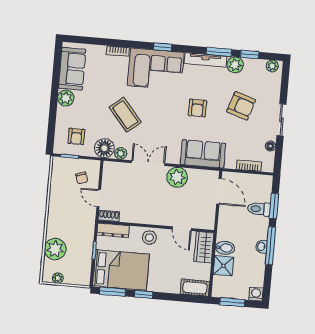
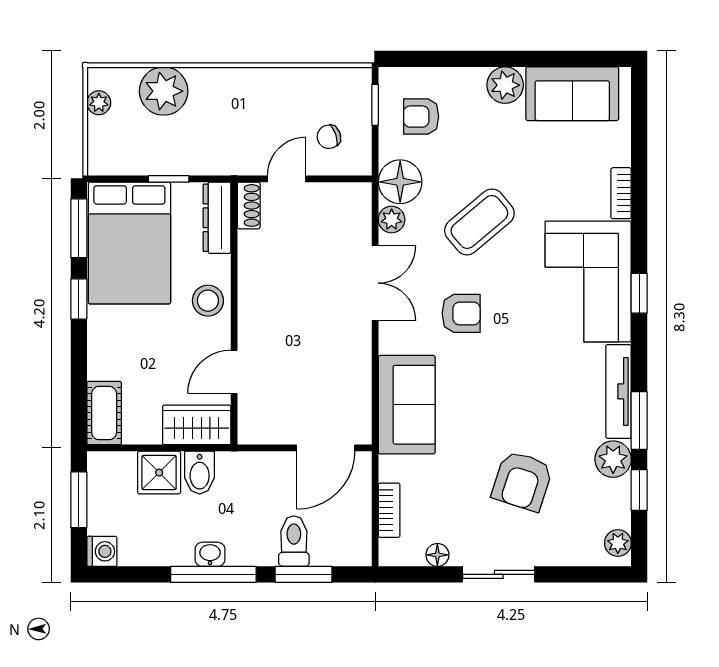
armchair: (197, 108) -> (461, 313), moved, turned 180
plant: (177, 177) -> (349, 351), removed

